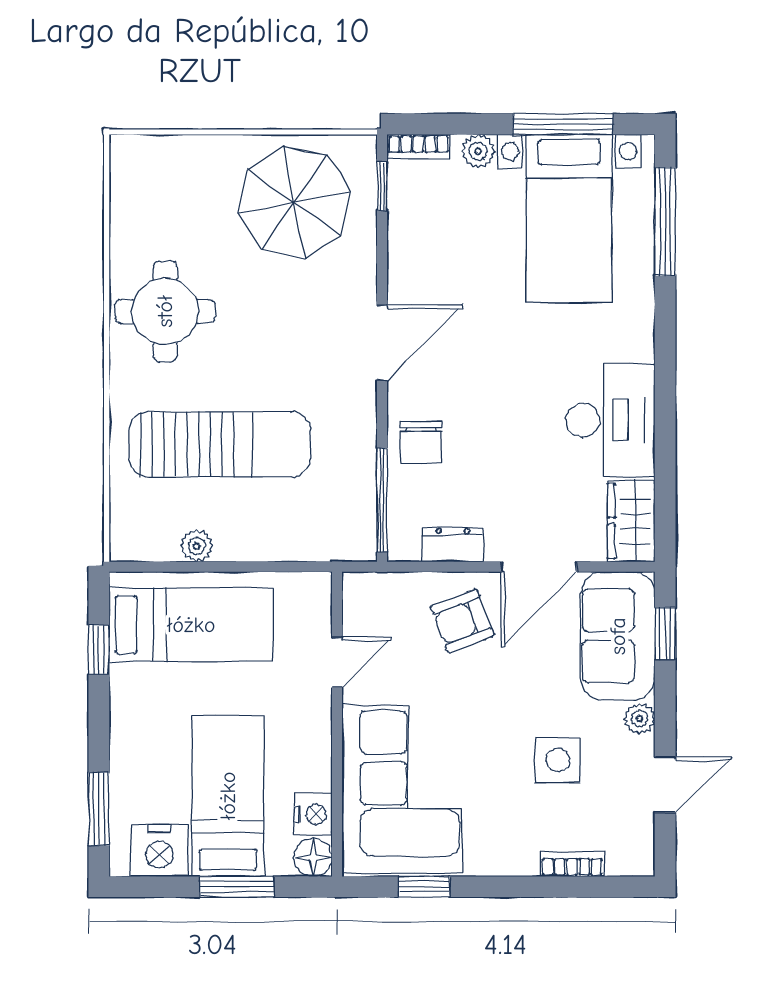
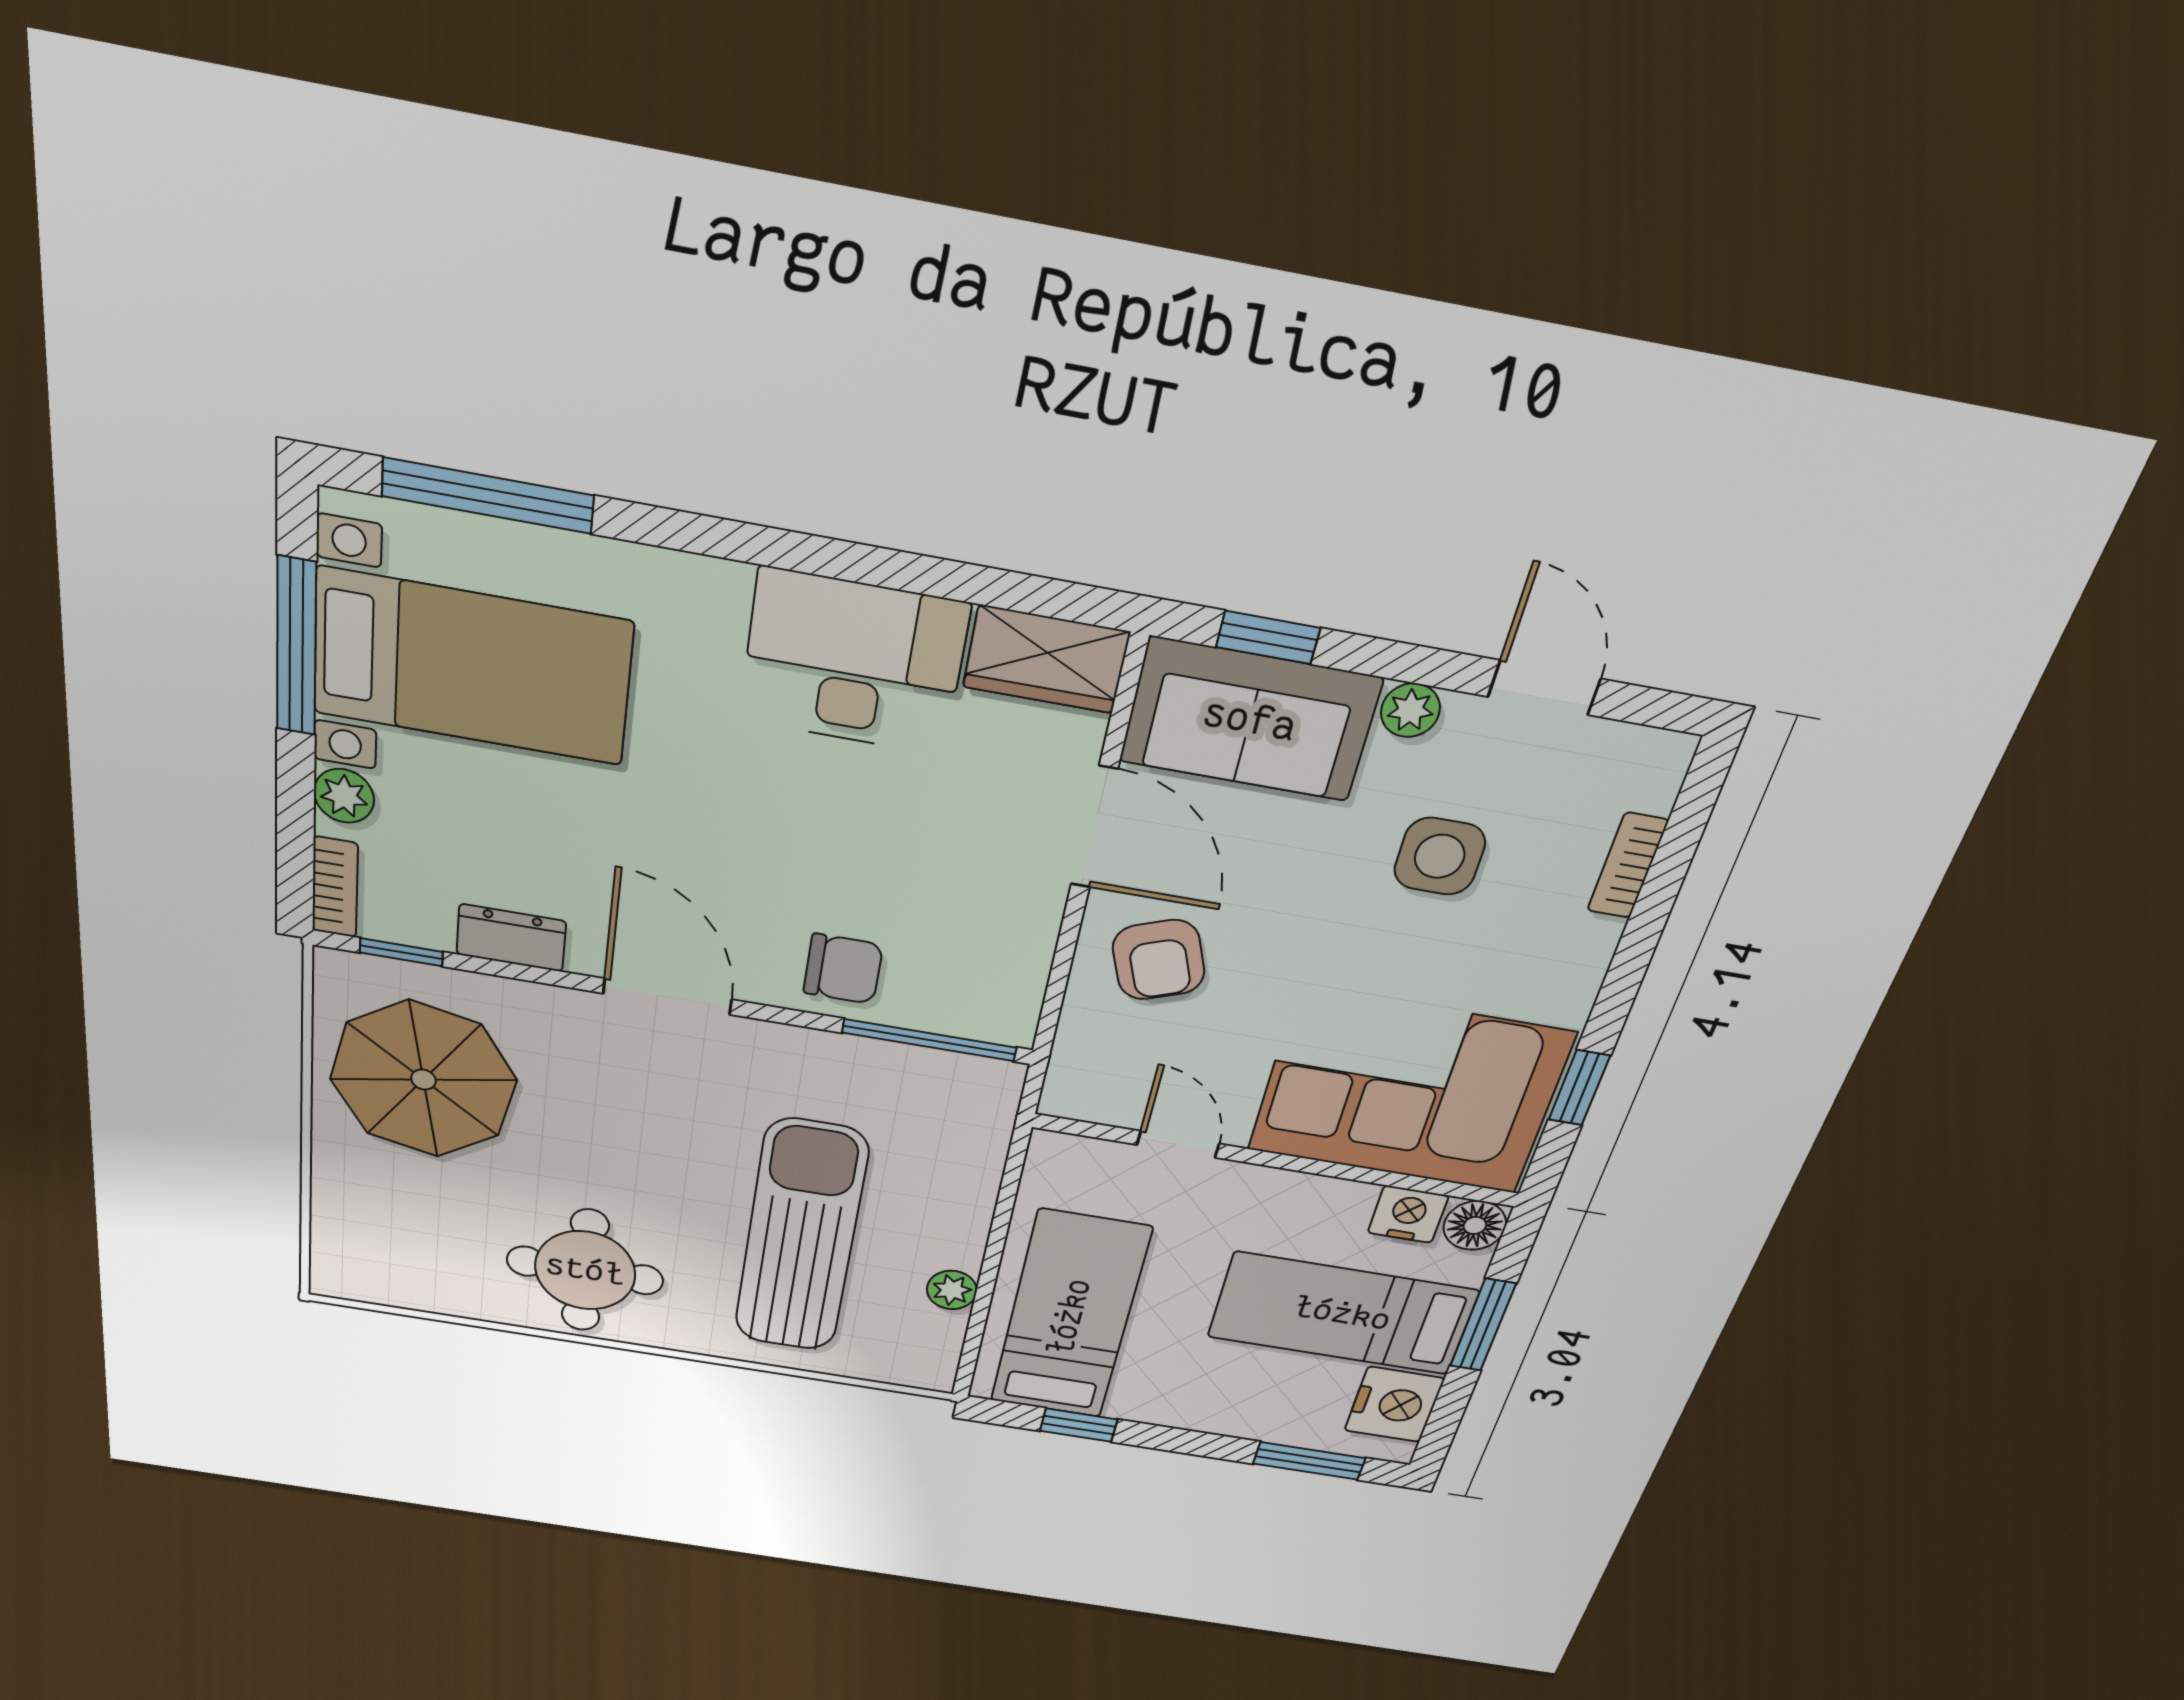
dresser: (453, 544) -> (511, 938), moved, turned 90

